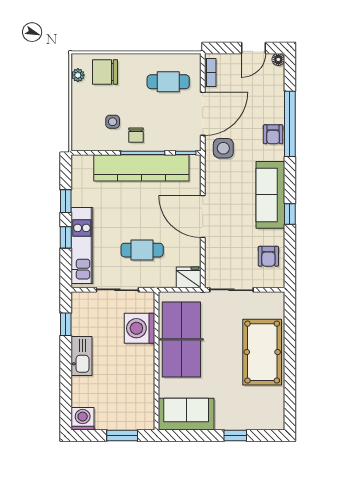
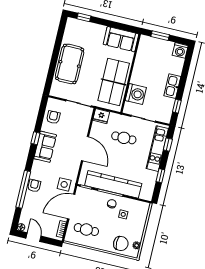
door: (254, 48) -> (34, 237), hinge flipped
sofa: (270, 195) -> (45, 147), width x0.73
window: (66, 237) -> (168, 145), moved
window: (235, 436) -> (84, 17), moved

